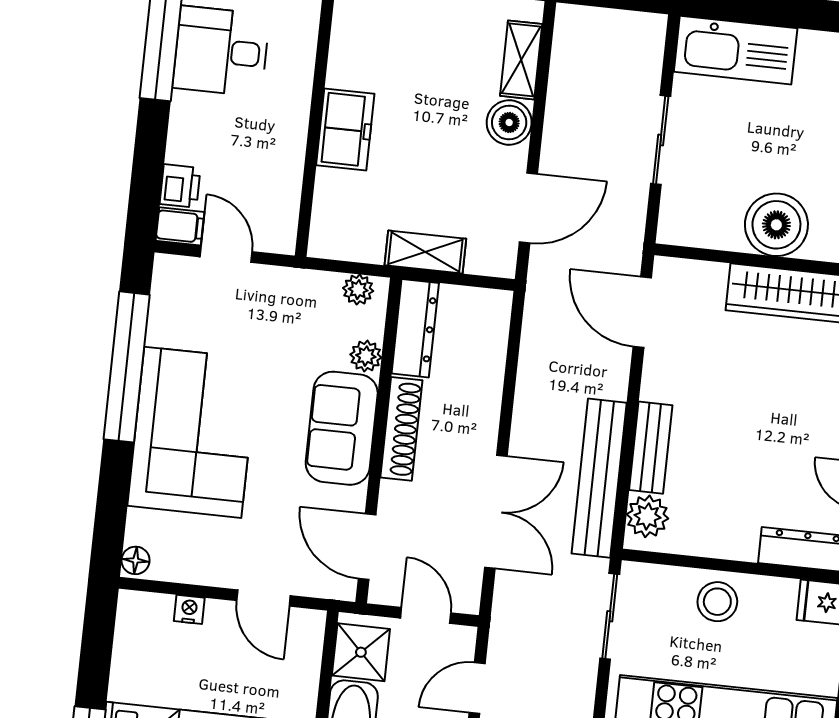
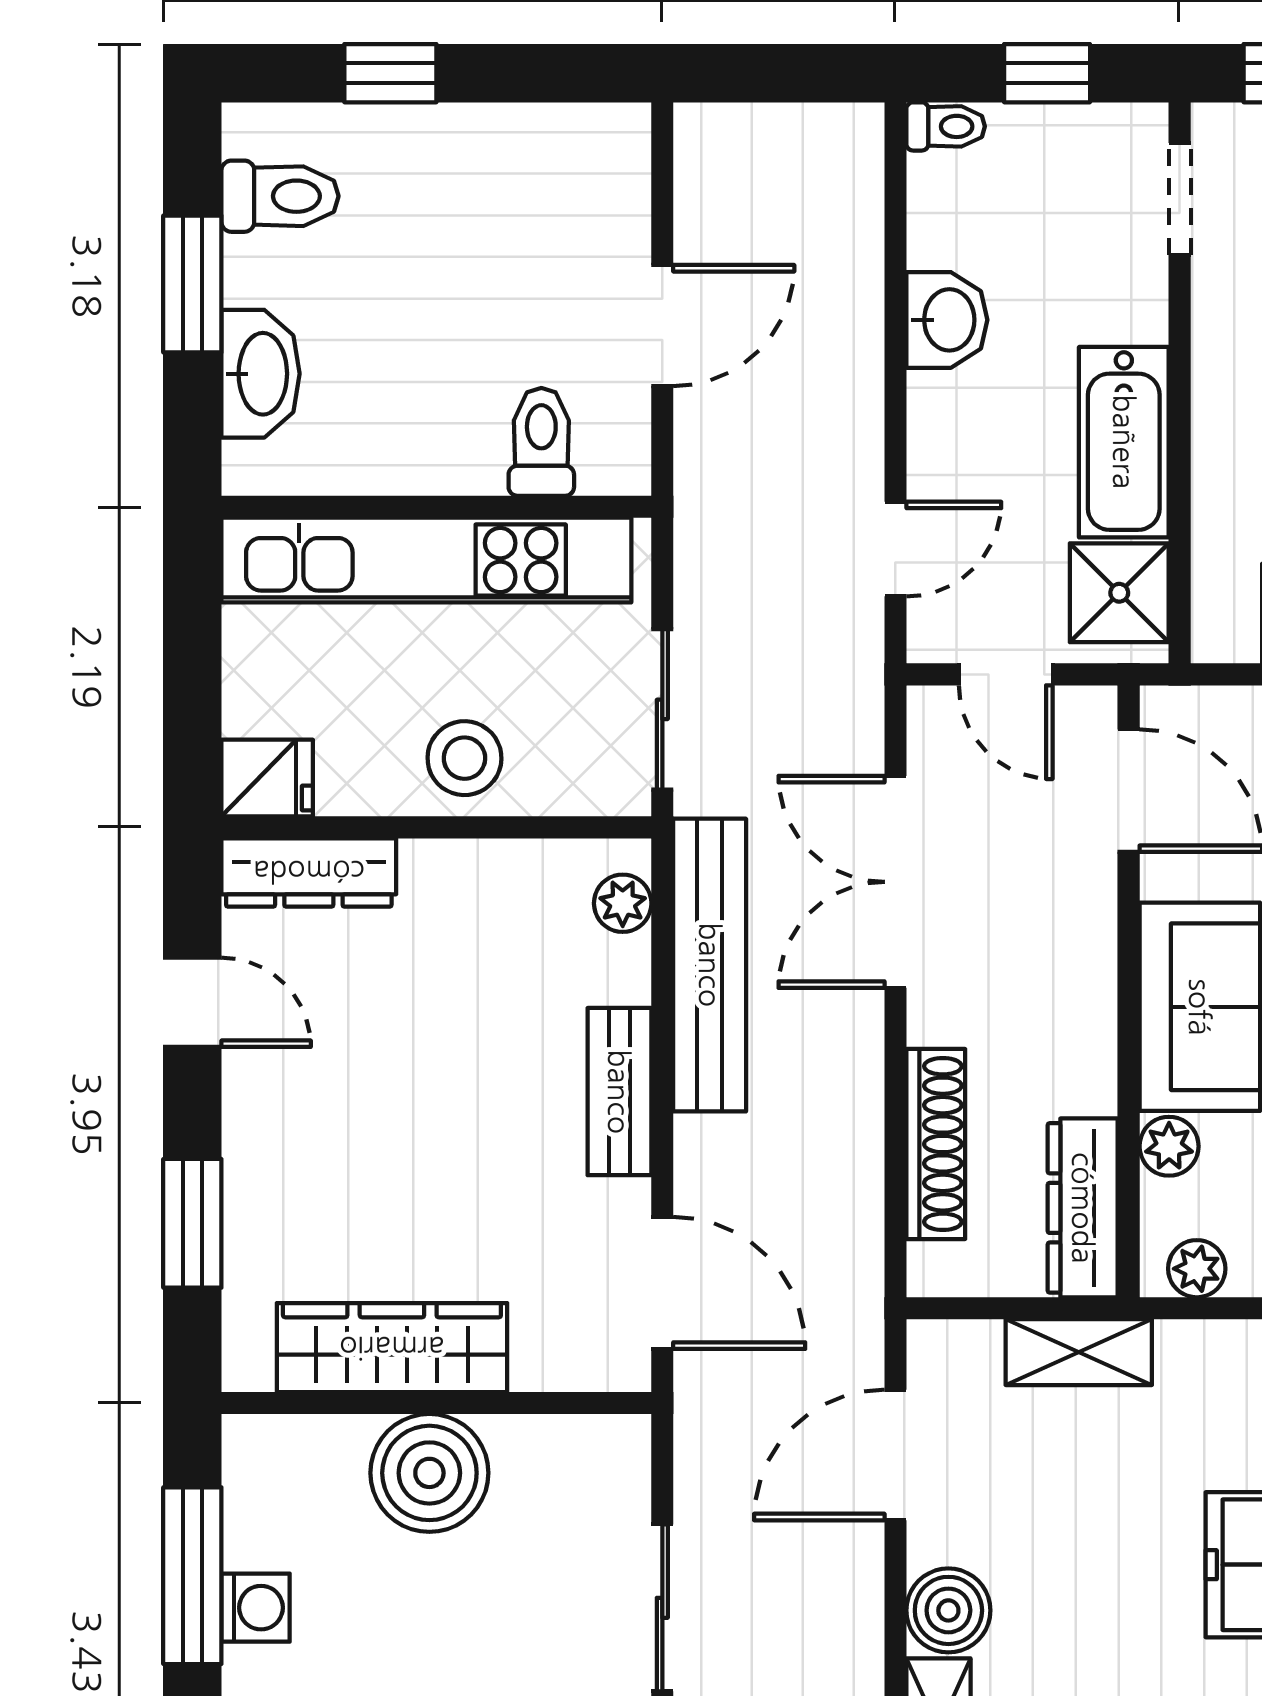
shoe rack: (401, 429) -> (936, 1144), moved, turned 180
bench: (651, 448) -> (619, 1092), moved
plant: (647, 516) -> (623, 903), width x0.73, depth x0.73

